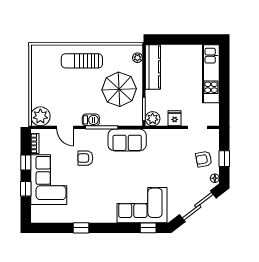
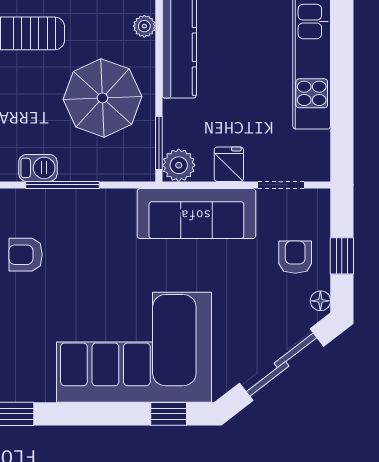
sofa: (127, 140) -> (196, 214), moved, width x1.36
armchair: (204, 159) -> (295, 257), turned 101
corner sofa: (142, 205) -> (134, 347), width x1.36, depth x1.36

